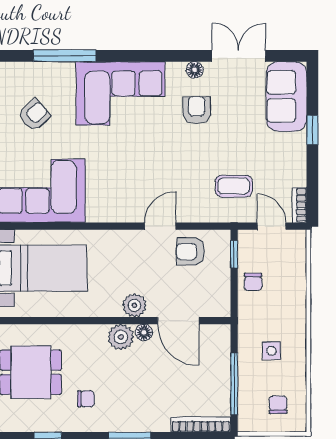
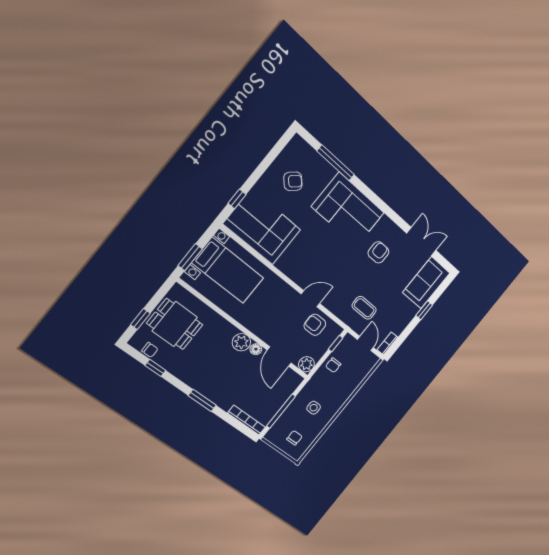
floor lamp: (195, 70) -> (395, 230), removed
plant: (134, 305) -> (306, 364), moved
chair: (86, 399) -> (150, 350), moved

